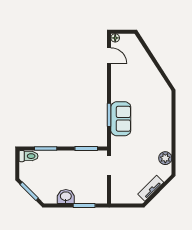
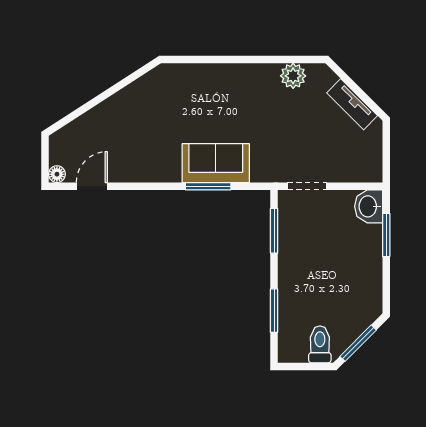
toilet: (28, 156) -> (320, 344), moved
washbasin: (66, 197) -> (369, 206), moved

